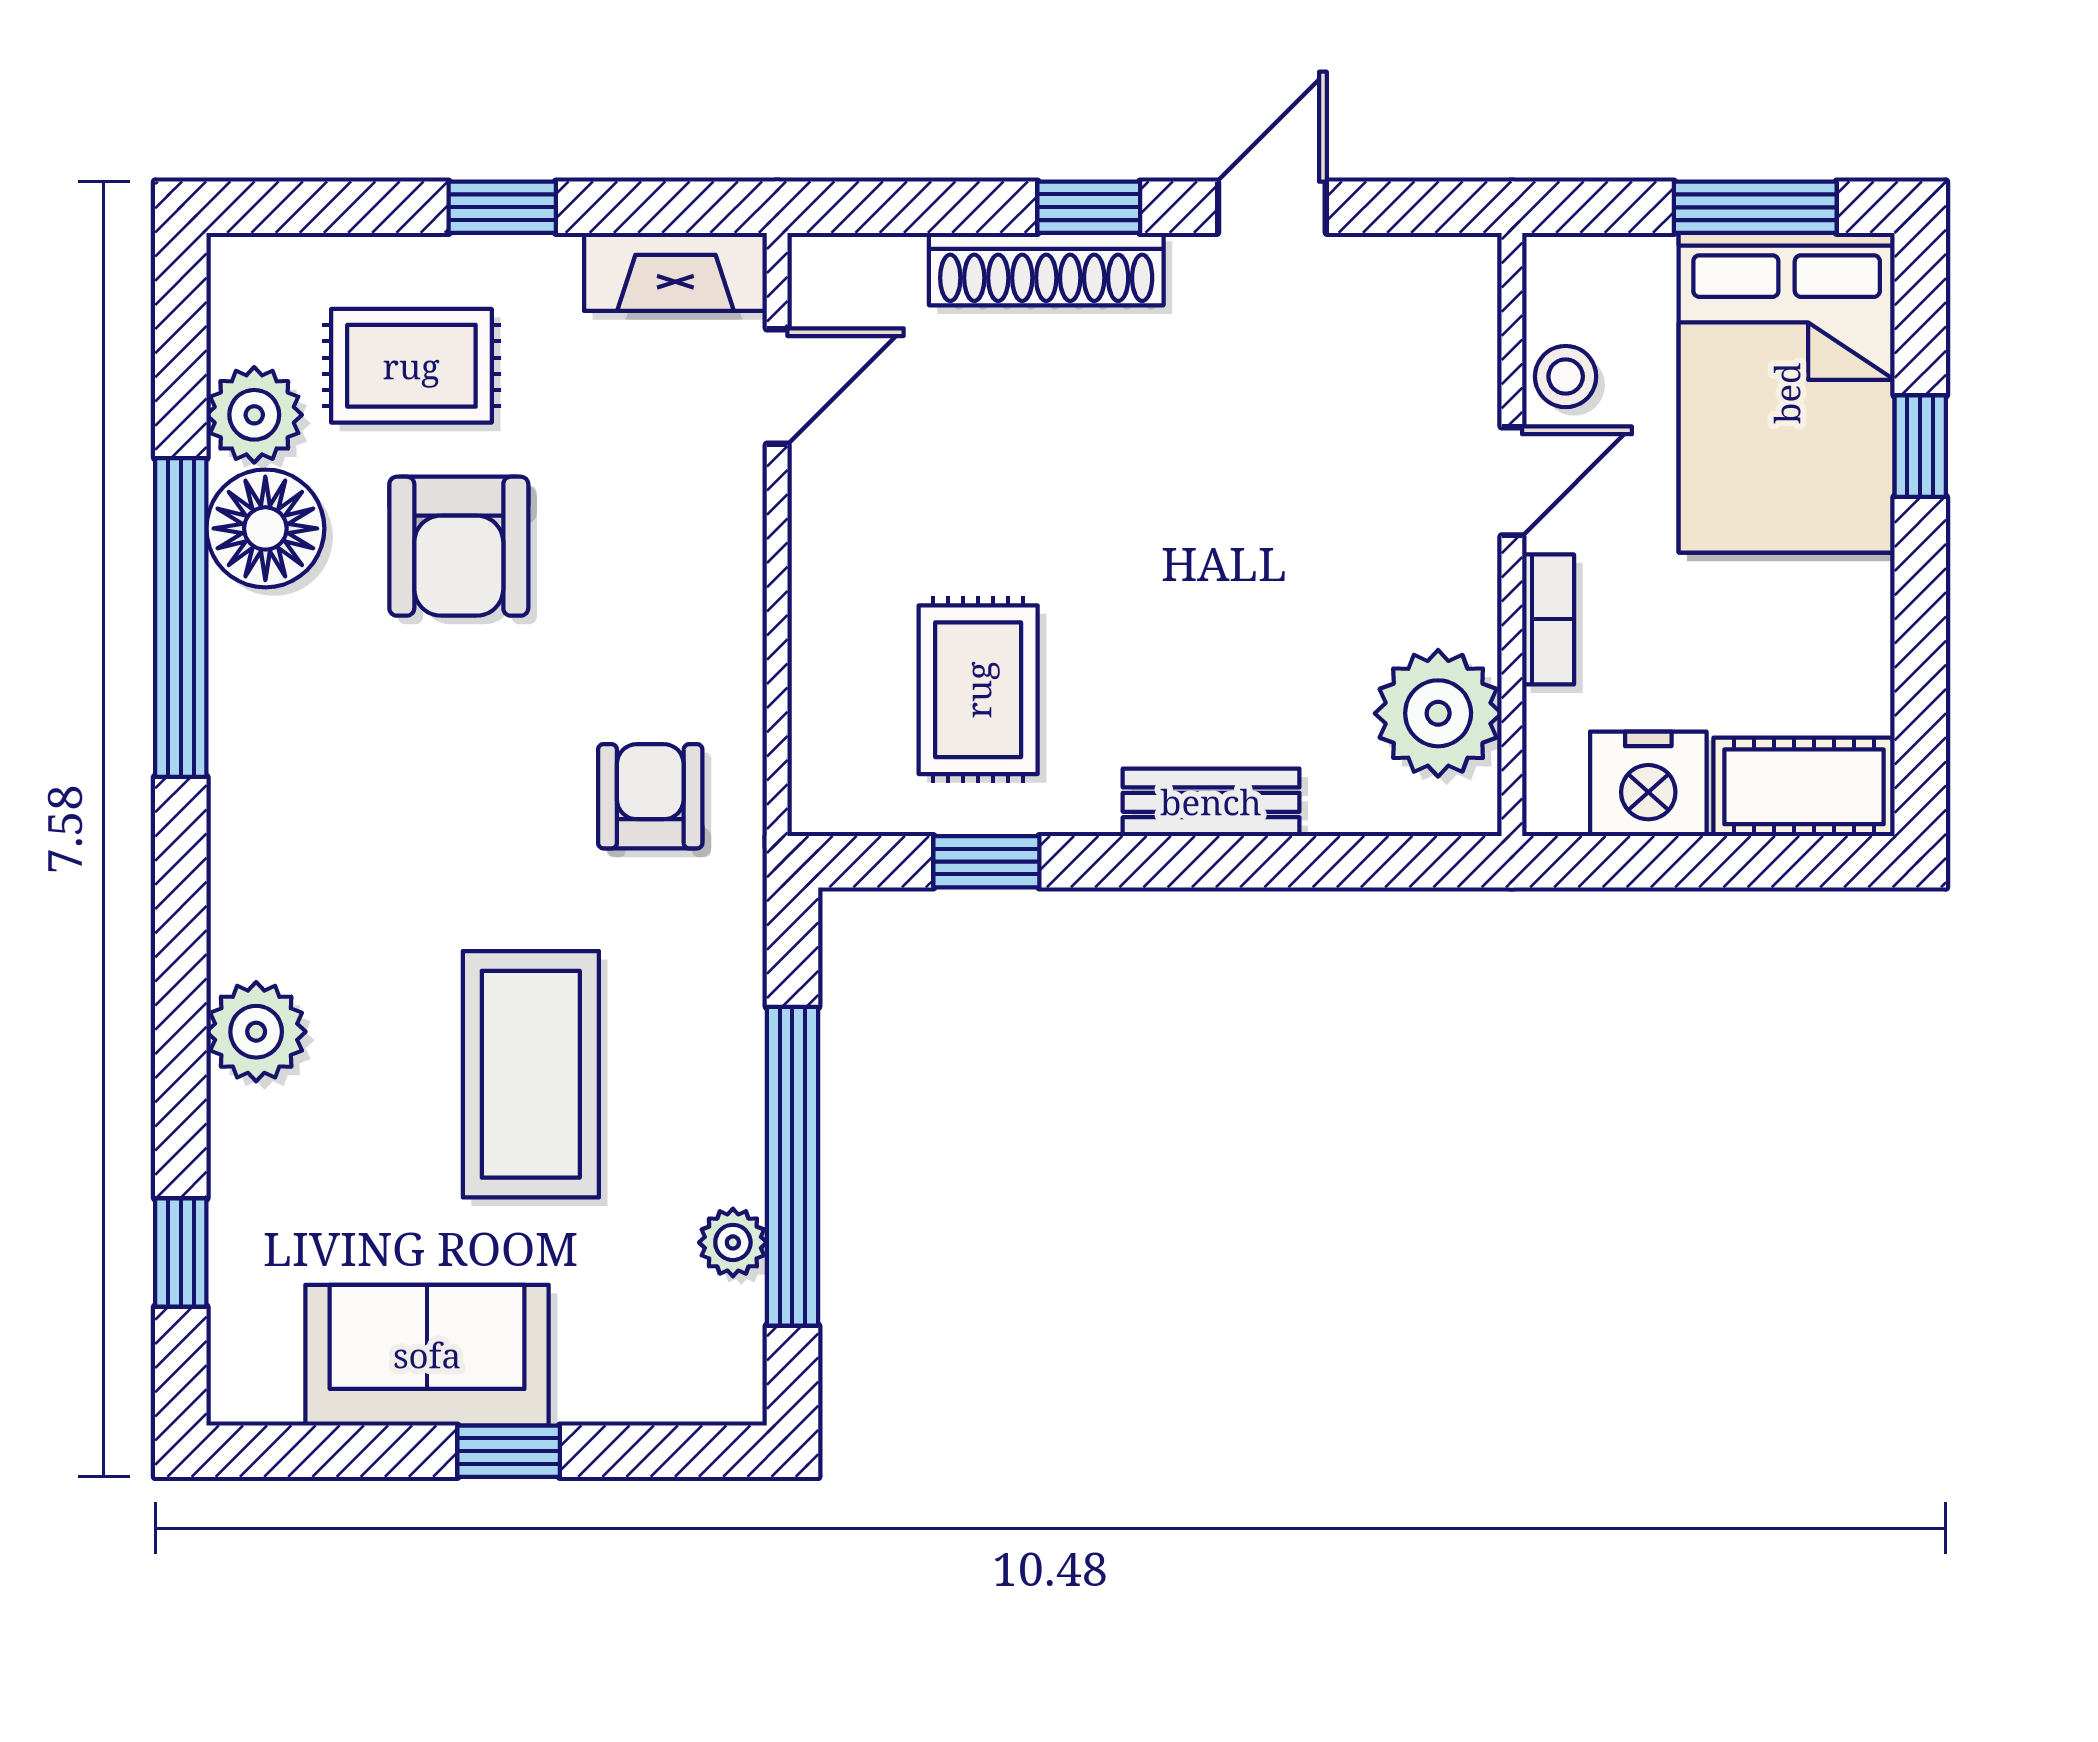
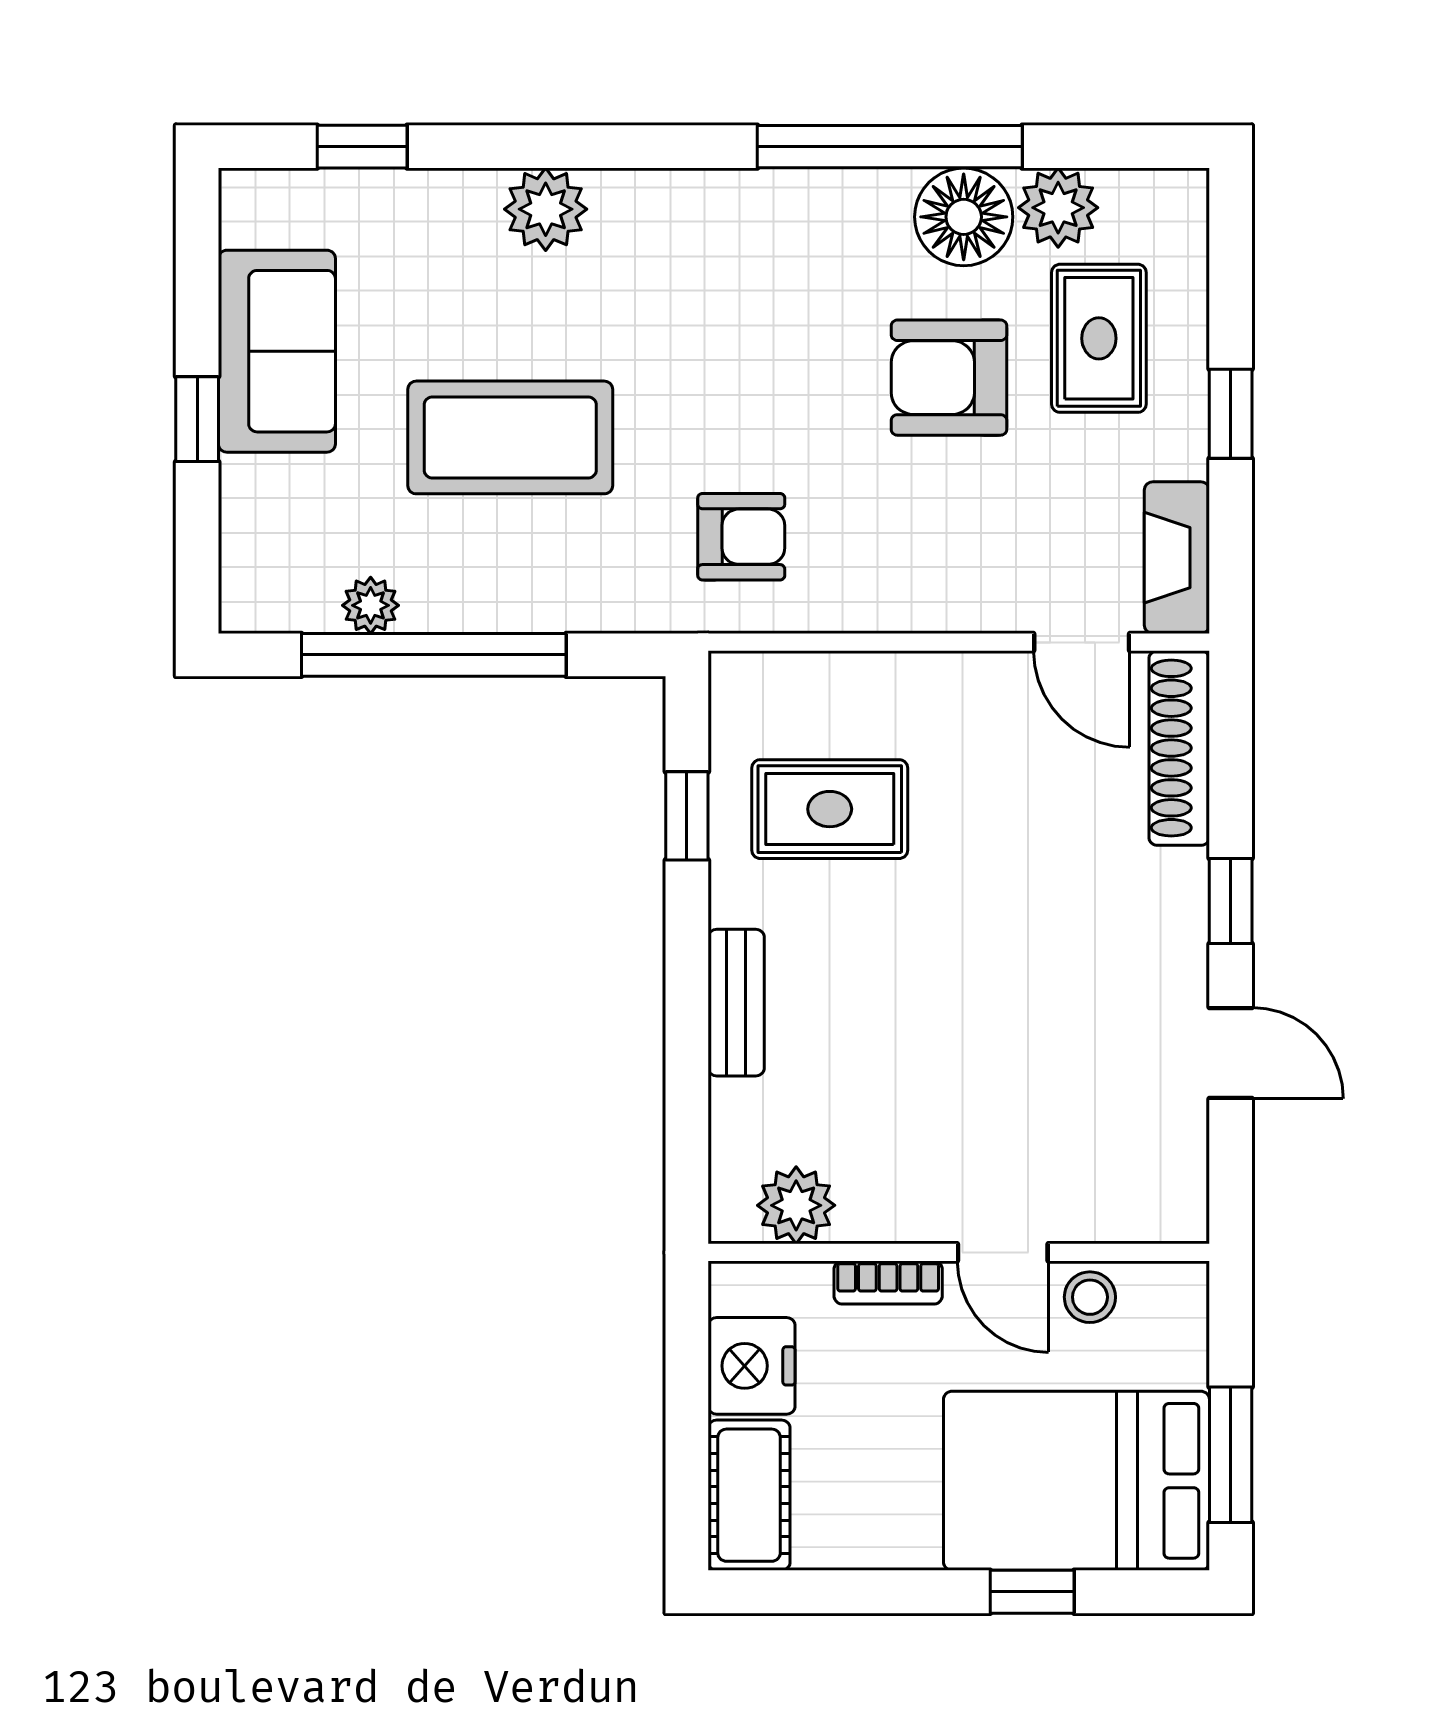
shoe rack: (1046, 269) -> (1179, 748), moved
plant: (1438, 713) -> (796, 1205), width x0.73, depth x0.73

